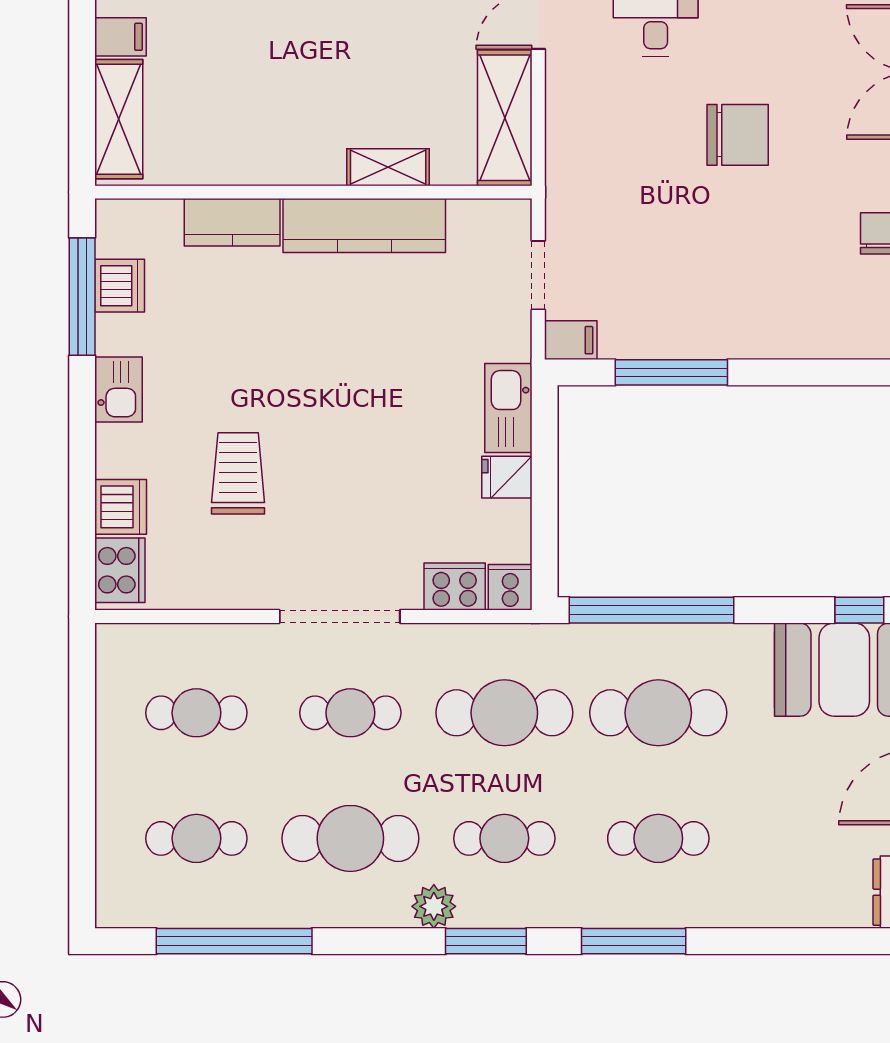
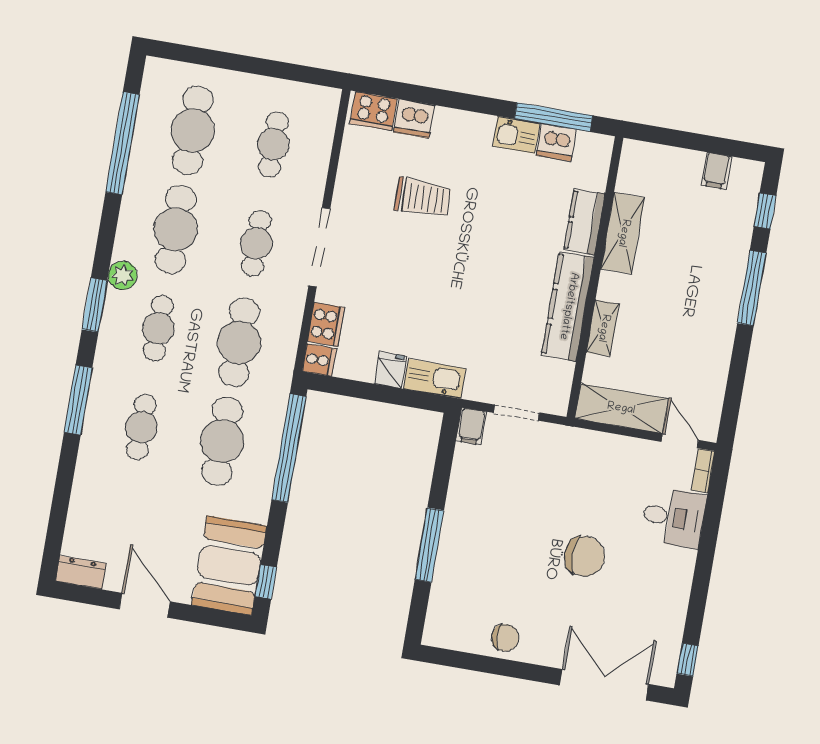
shelving: (119, 119) -> (623, 233), moved, turned 90
chair: (738, 135) -> (585, 556), turned -90
window: (671, 372) -> (429, 545), moved
kitchen sink: (118, 389) -> (516, 135), moved
cafe table: (196, 838) -> (193, 130), width x1.37, depth x1.35

